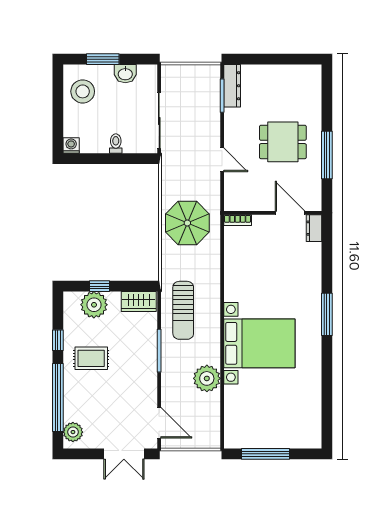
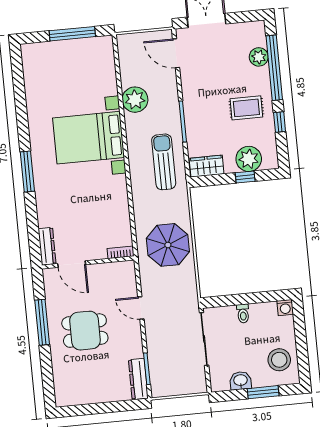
dresser: (314, 228) -> (47, 246), width x1.44
plant: (73, 432) -> (259, 57), moved

